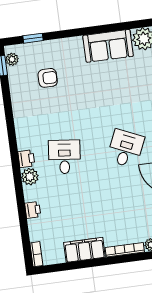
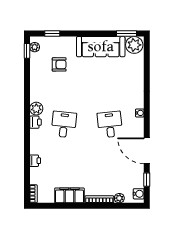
window: (131, 25) -> (126, 34), added
sofa: (108, 46) -> (101, 47), width x1.36
desk: (125, 149) -> (110, 124), turned -30
plant: (30, 177) -> (36, 109), moved

